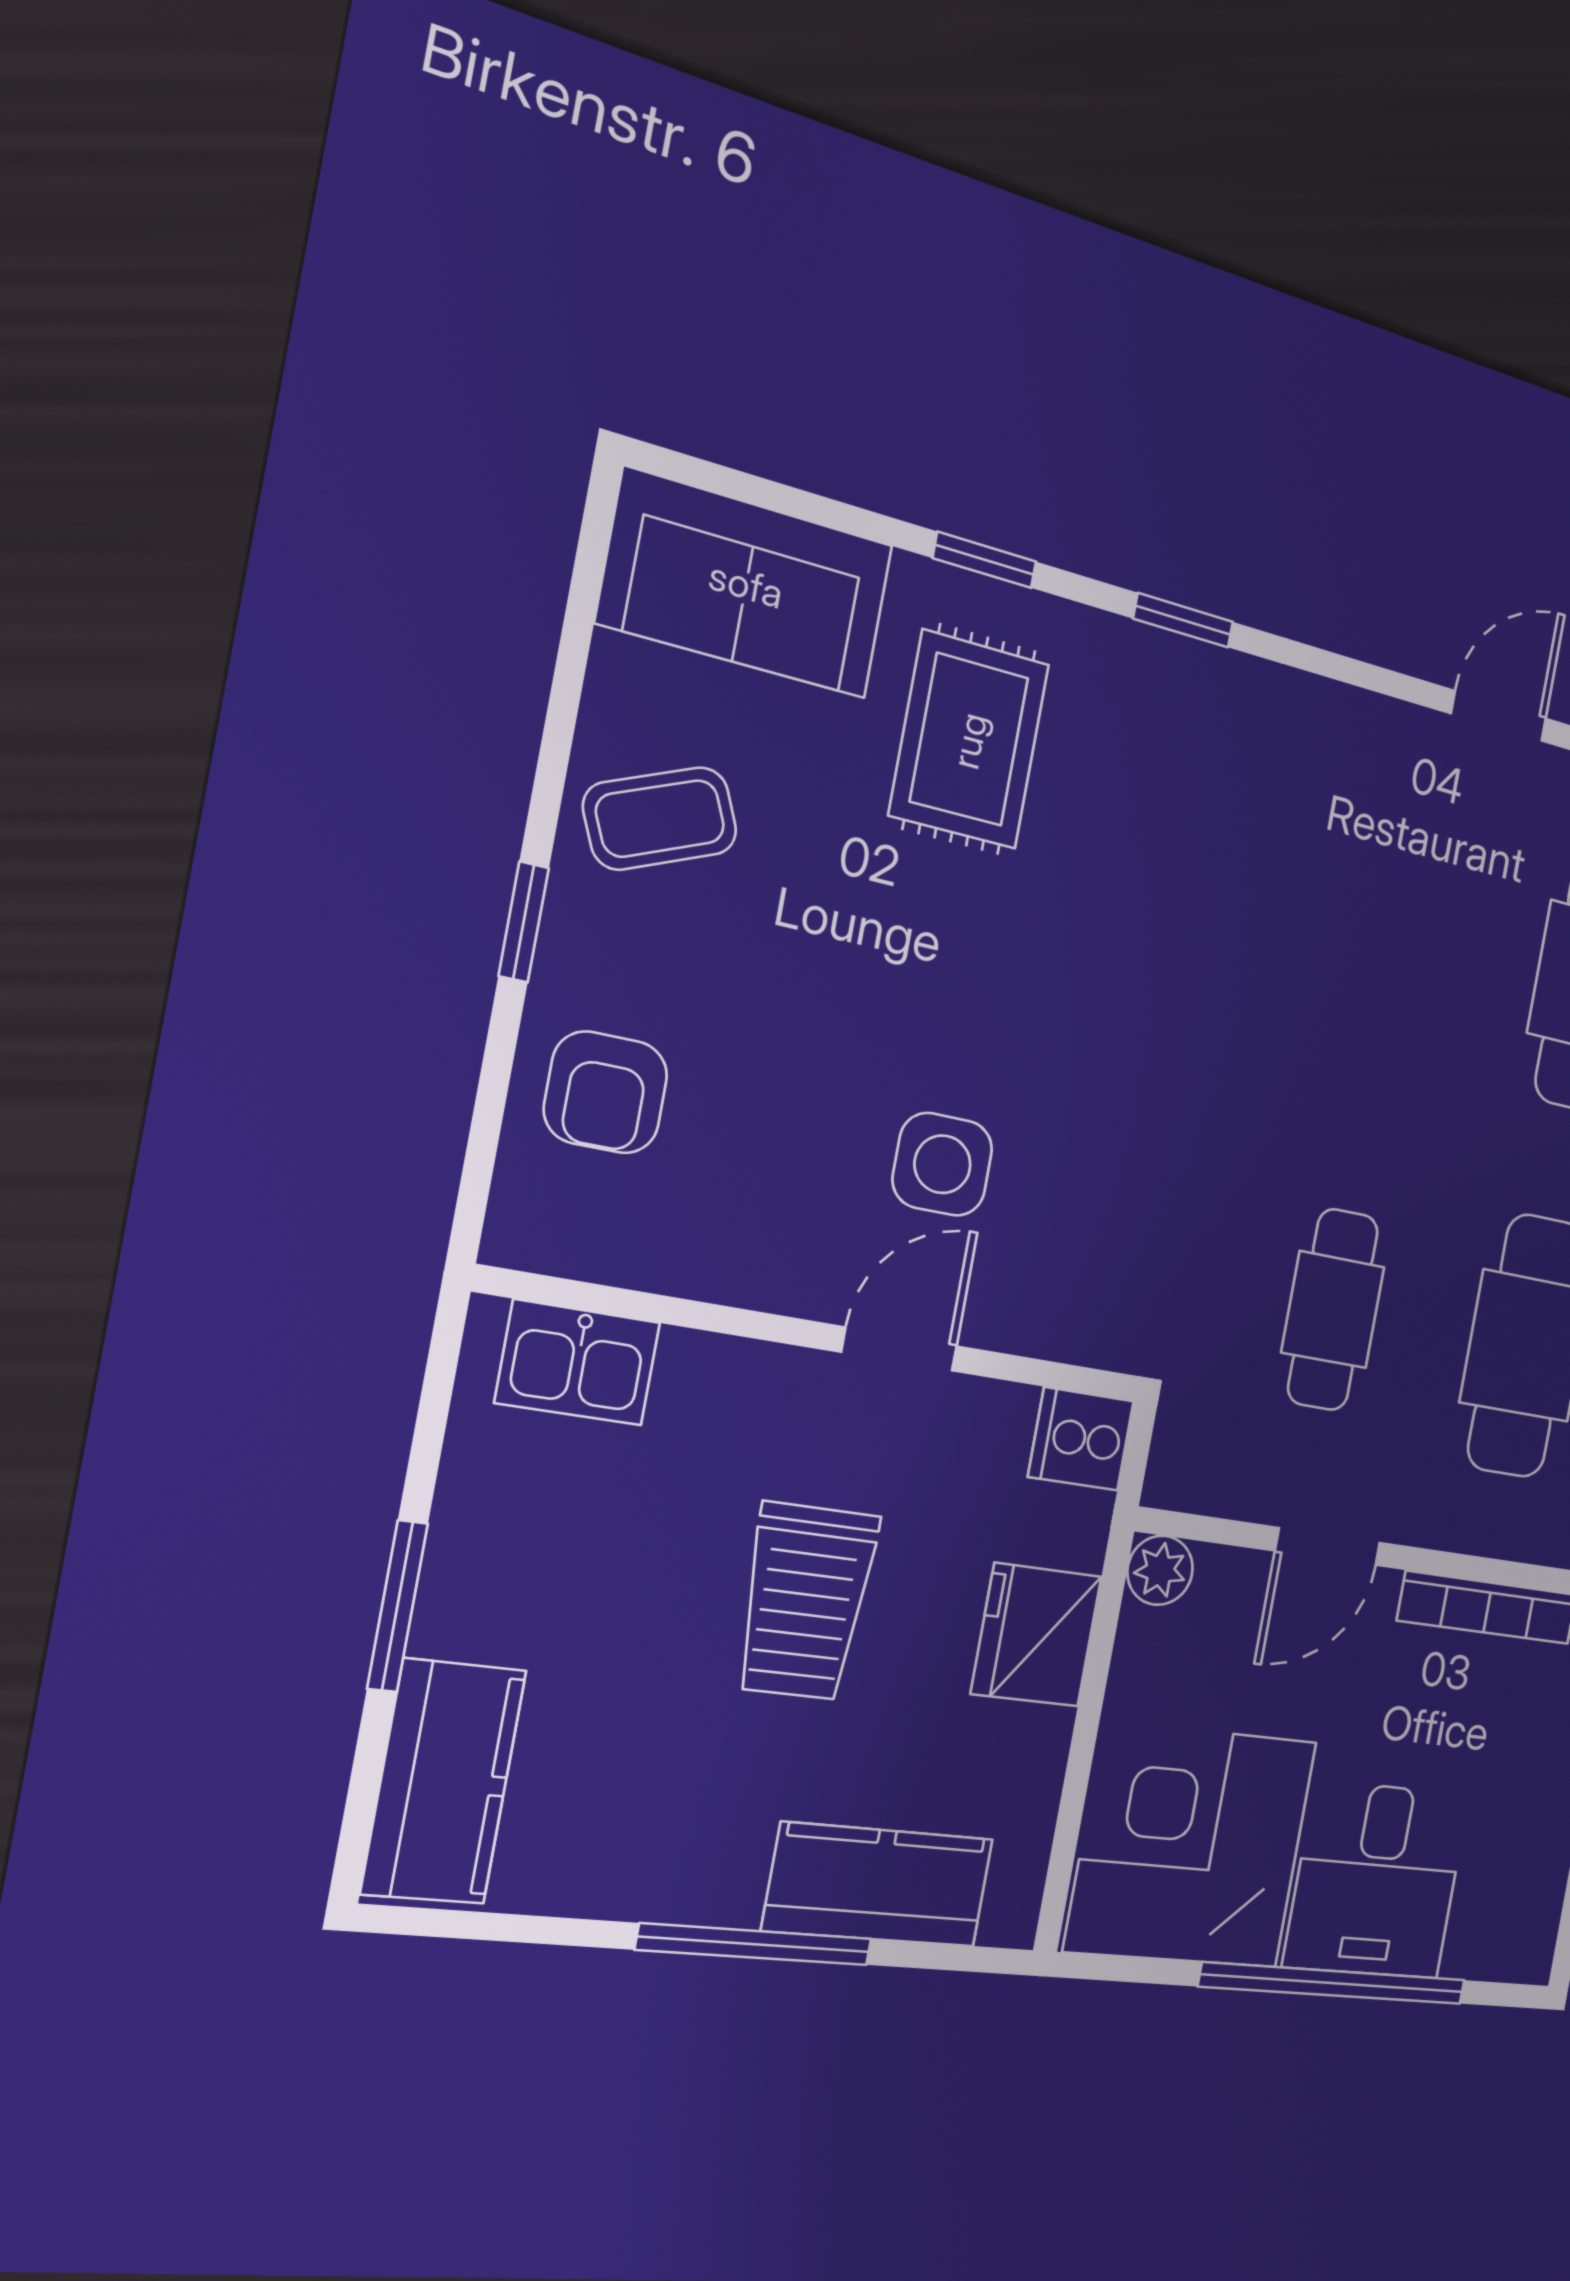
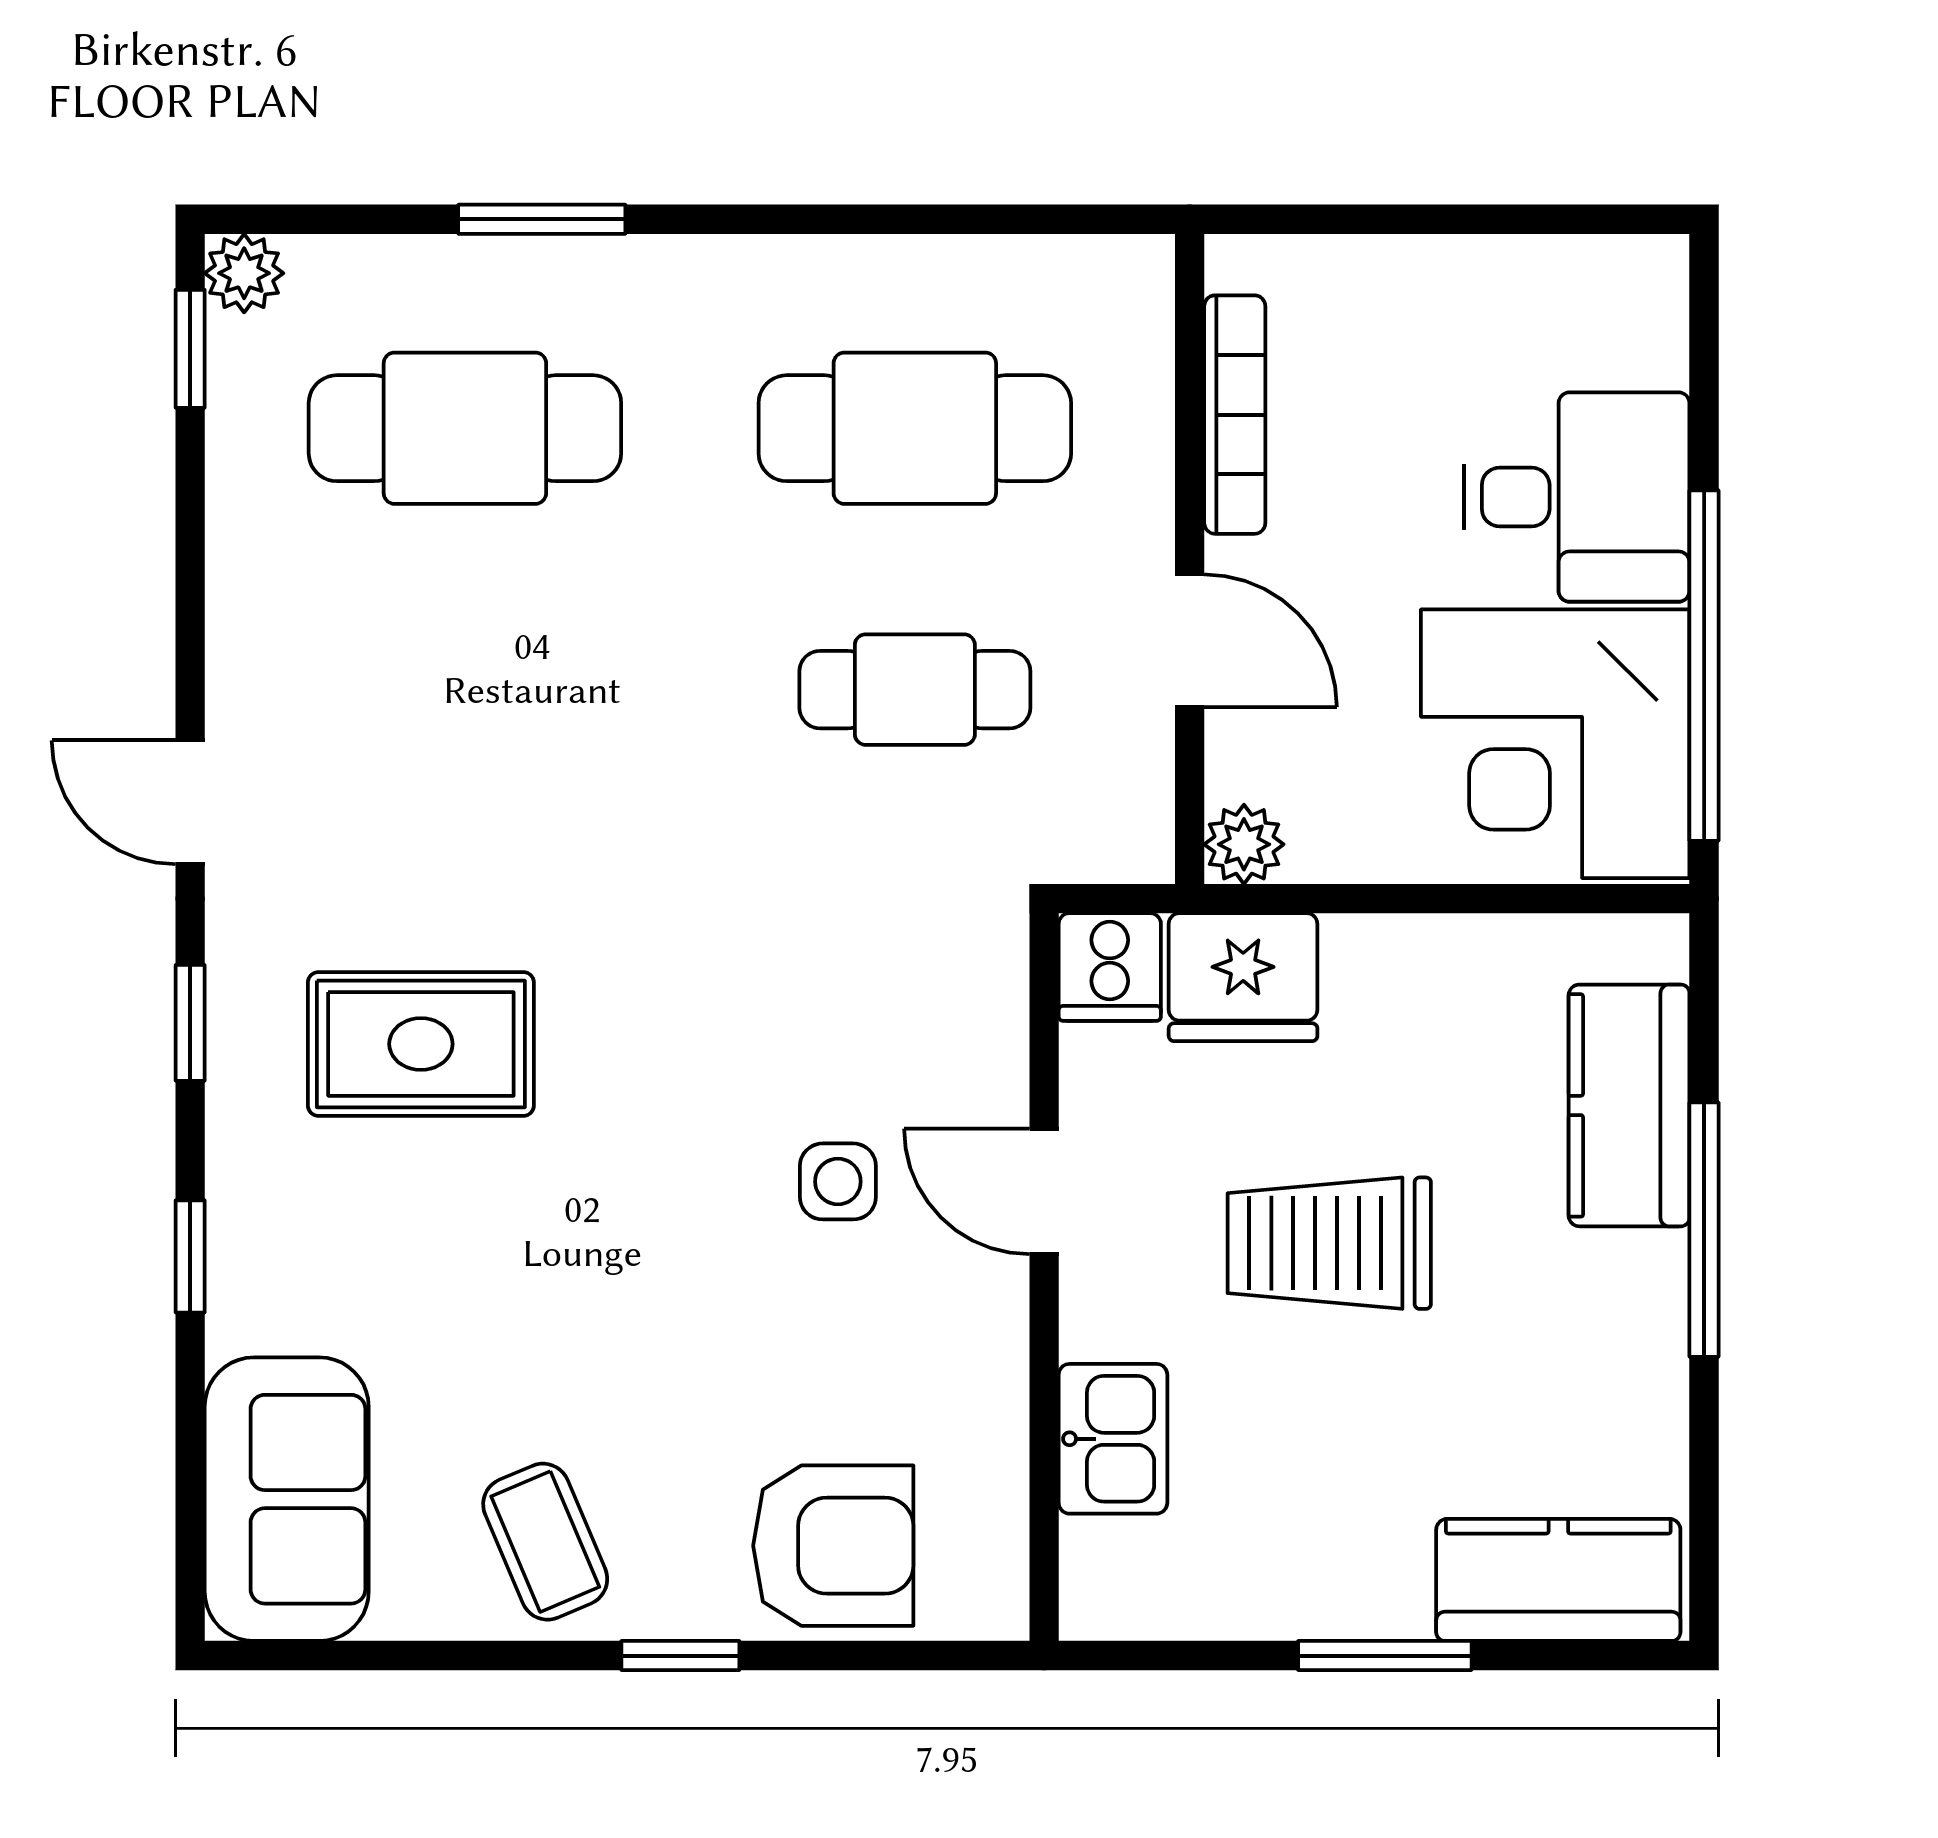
door: (1499, 716) -> (190, 802), moved
rug: (969, 740) -> (421, 1044), moved
armchair: (606, 1092) -> (833, 1546), width x1.38, depth x1.38
side table: (942, 1164) -> (838, 1181), width x0.73, depth x0.73
kitchen sink: (578, 1363) -> (1113, 1439), moved
trolley: (805, 1601) -> (1329, 1243), turned 180
fridge: (1036, 1635) -> (1243, 977), moved
window: (1334, 1983) -> (1704, 666), moved

